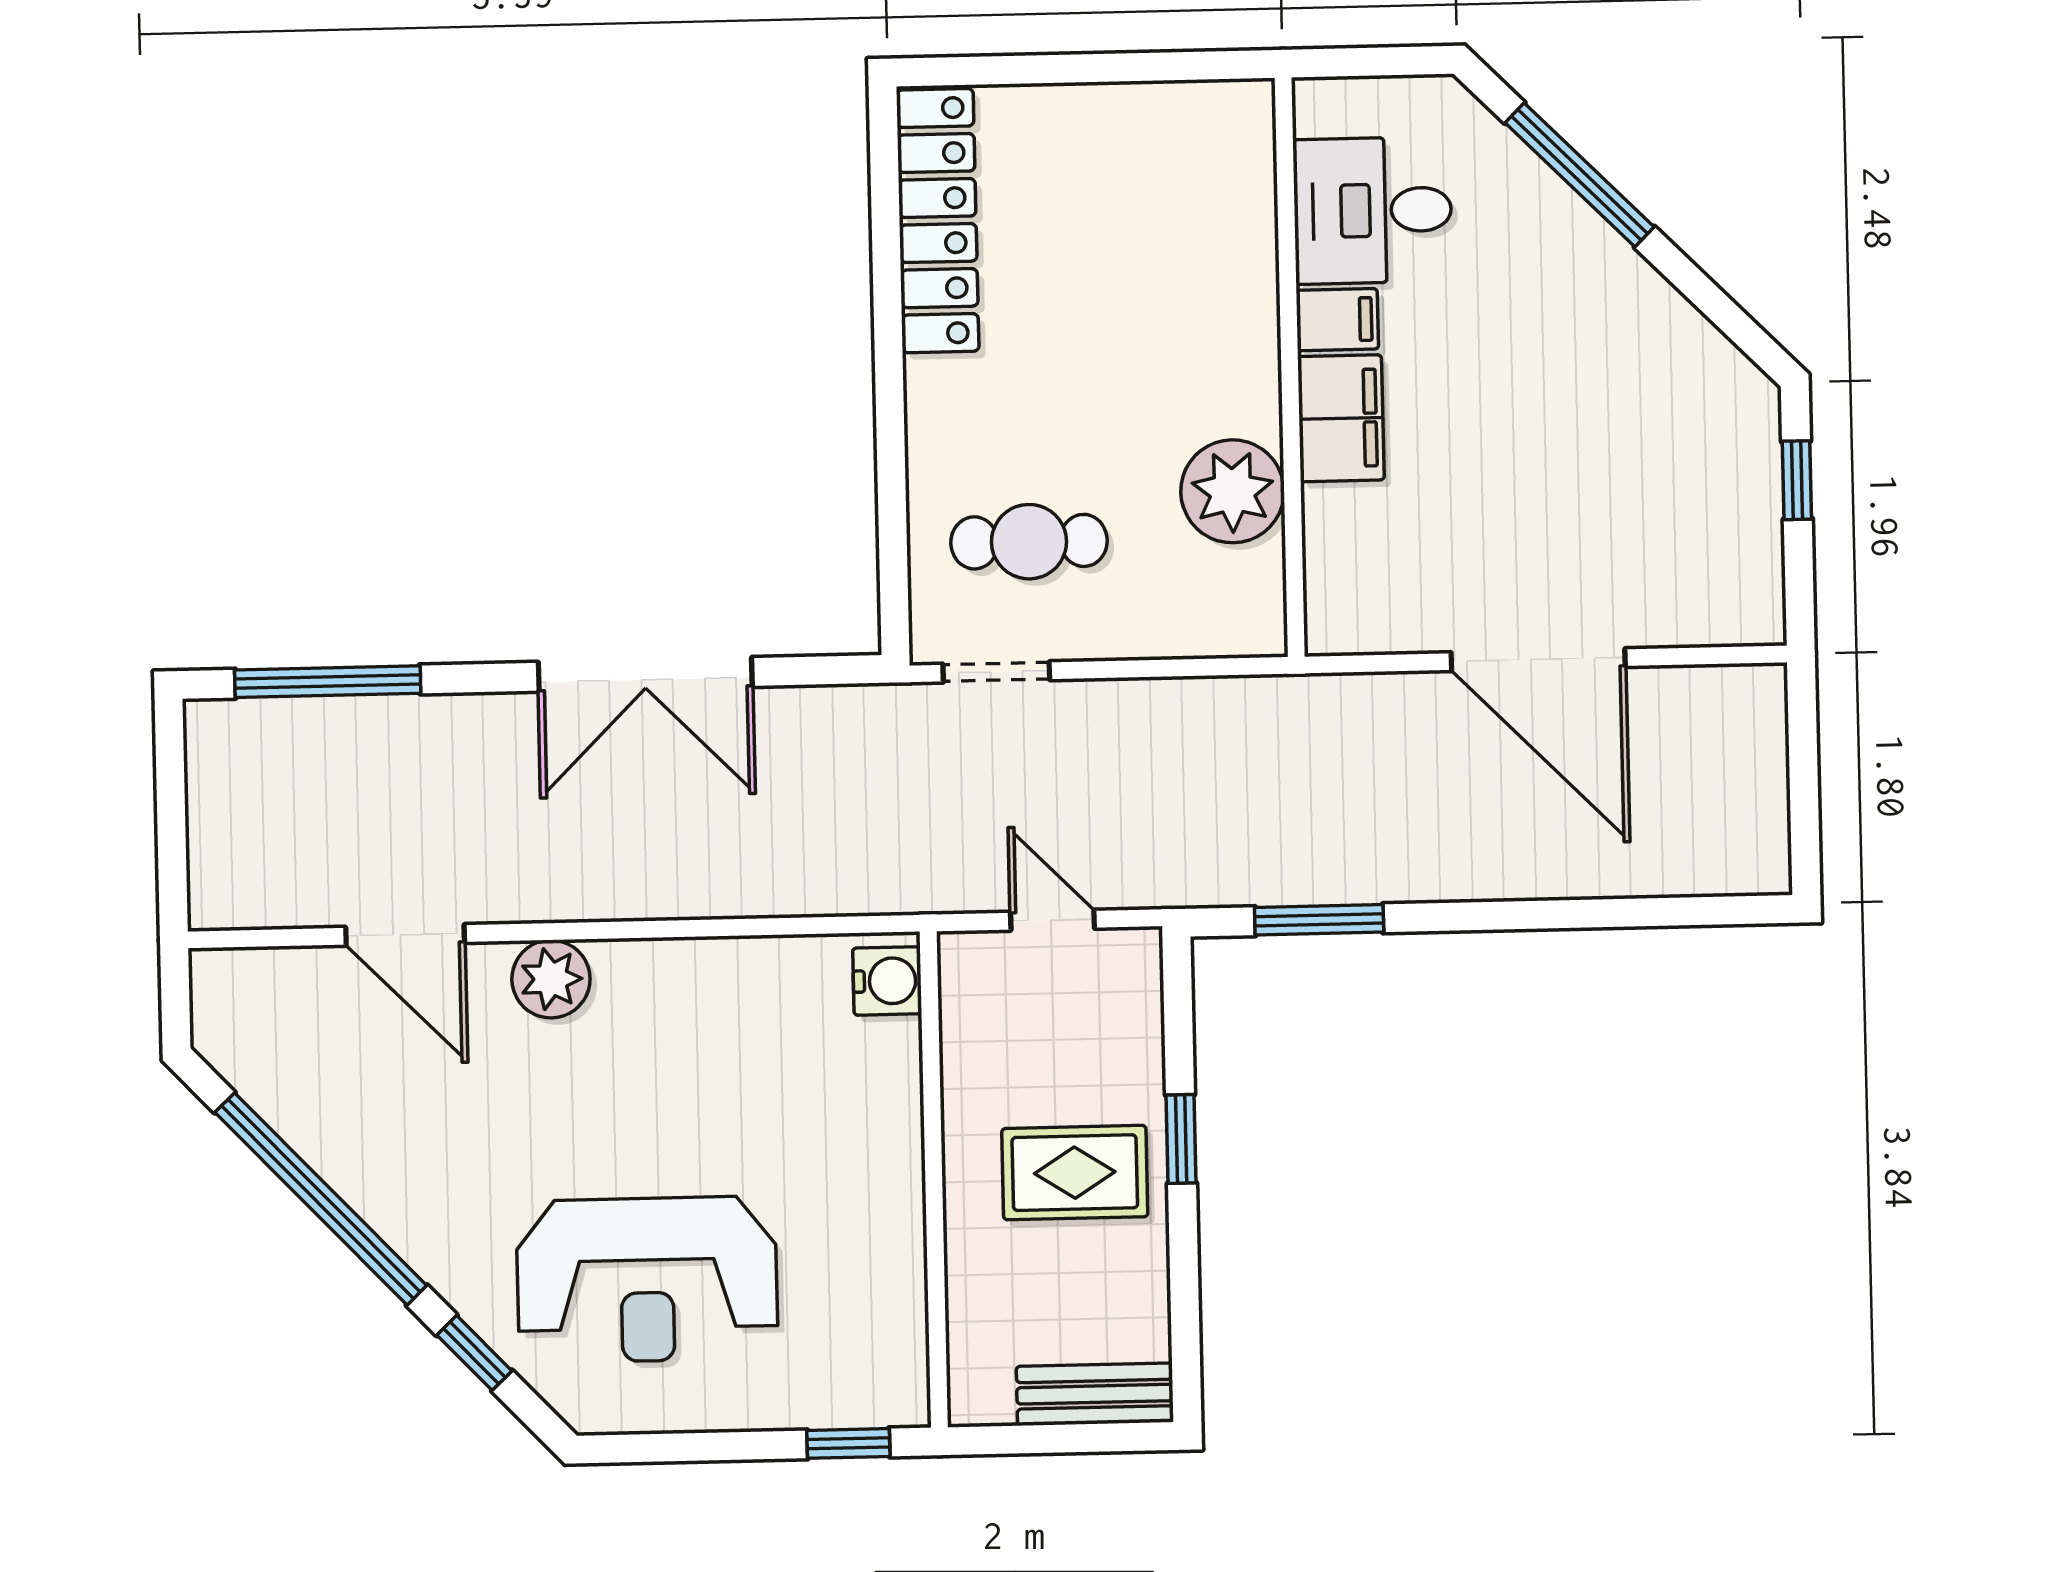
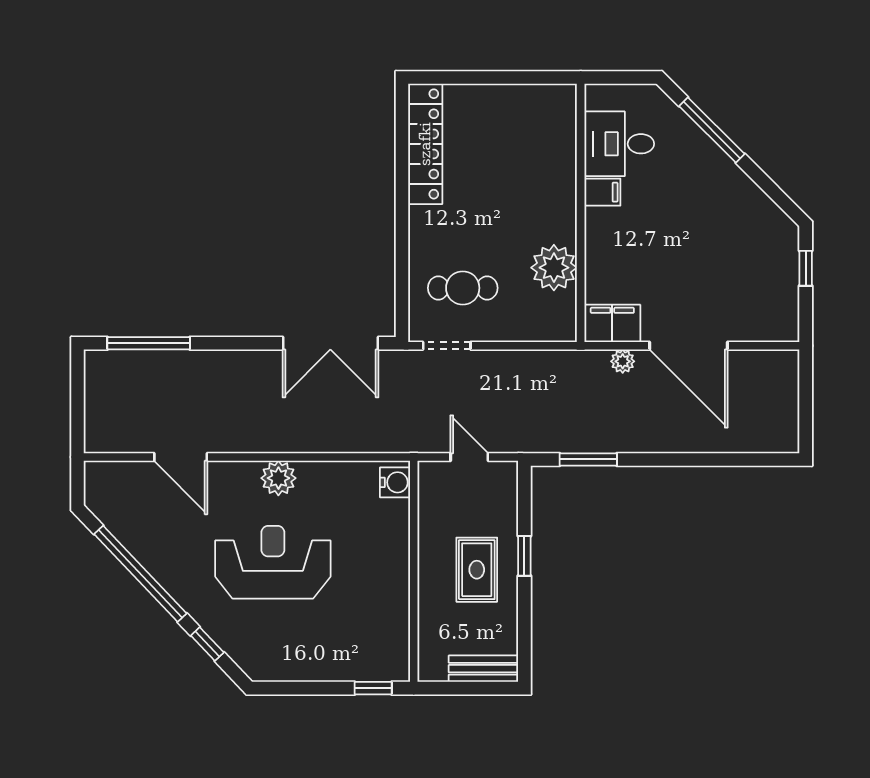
filing cabinet: (1341, 418) -> (612, 323), moved, turned -90
double door: (645, 674) -> (330, 343), moved
plant: (1391, 698) -> (623, 361), added
plant: (551, 979) -> (278, 478), moved
rug: (1075, 1173) -> (477, 570), turned 90
reception desk: (647, 1280) -> (273, 562), moved, turned 180

